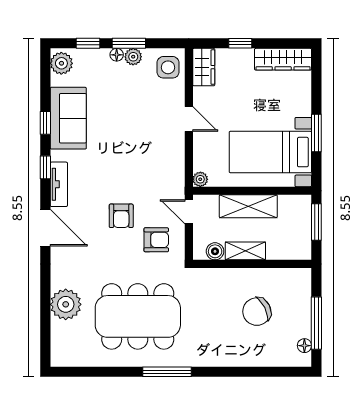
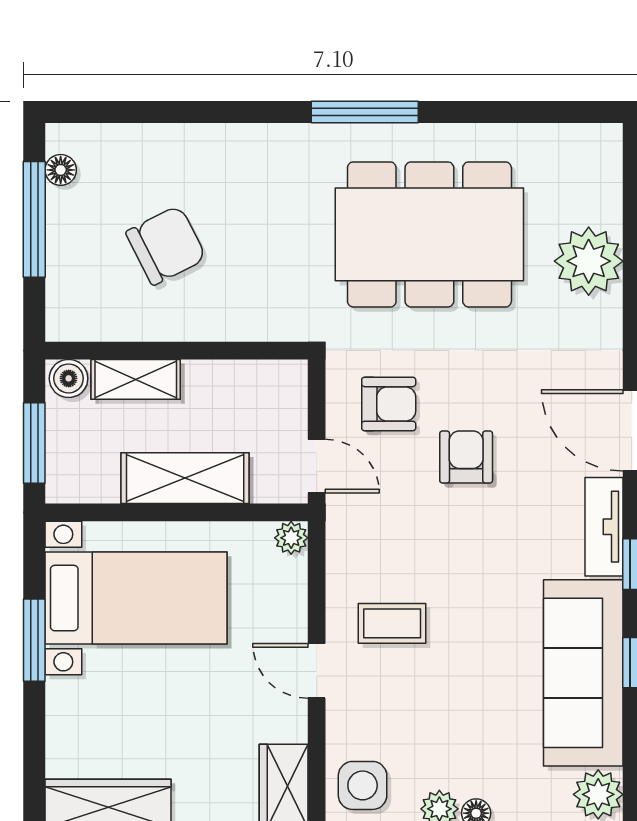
sofa: (68, 118) -> (583, 673), width x1.36
coffee table: (155, 141) -> (392, 623), added
armchair: (156, 240) -> (389, 404), turned 180
boiler: (215, 251) -> (69, 378), moved
shelving: (245, 251) -> (136, 379), moved

